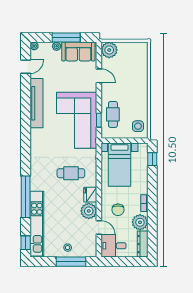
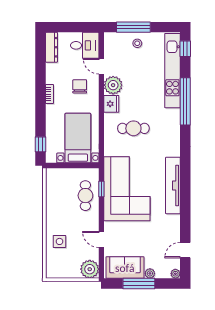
tv unit: (36, 103) -> (173, 185), moved
side table: (138, 126) -> (59, 241), moved
plant: (140, 222) -> (55, 72), removed

